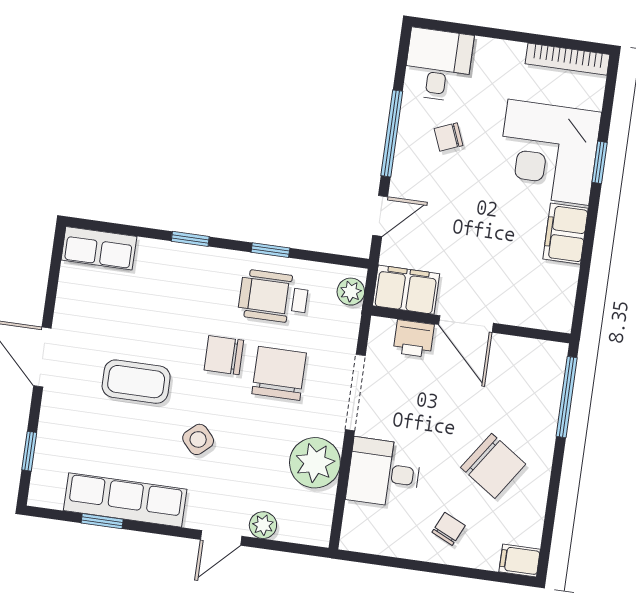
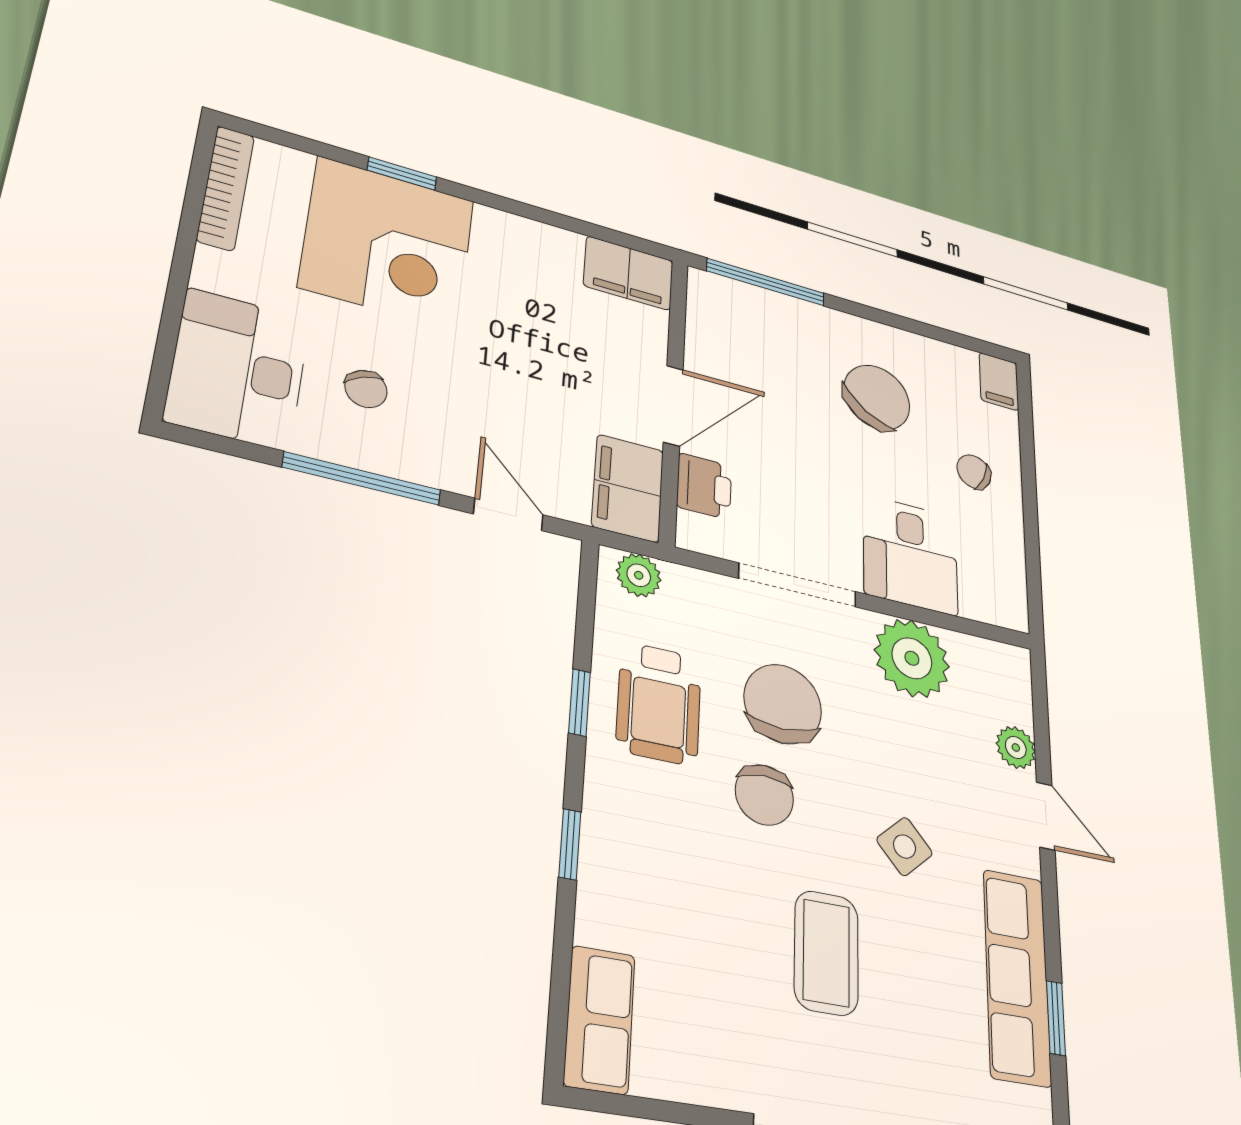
desk: (438, 65) -> (238, 369), width x1.37
filing cabinet: (565, 234) -> (629, 273), moved
chair: (279, 373) -> (783, 704), turned 90

